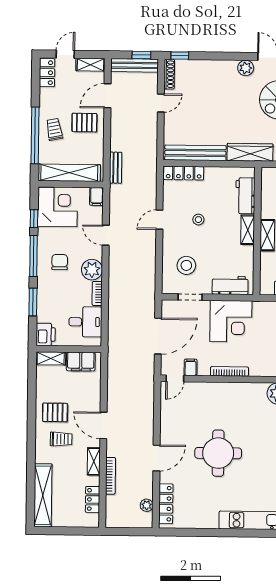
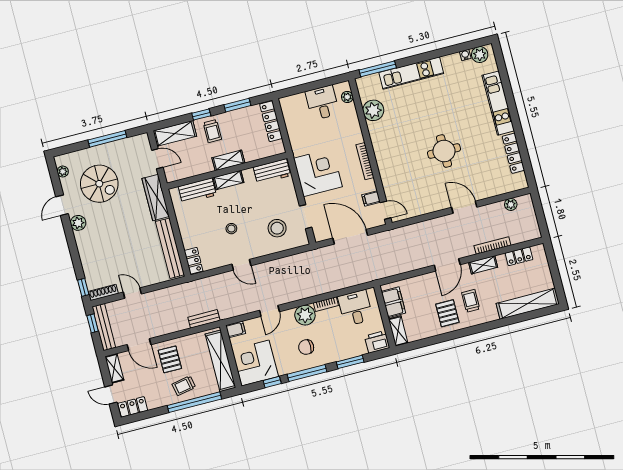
locker: (184, 173) -> (194, 261), width x0.66
workbench: (230, 285) -> (272, 171), moved, turned -90
round table: (218, 453) -> (444, 151), width x0.73, depth x0.73
locker: (166, 504) -> (513, 153), moved, turned -90

